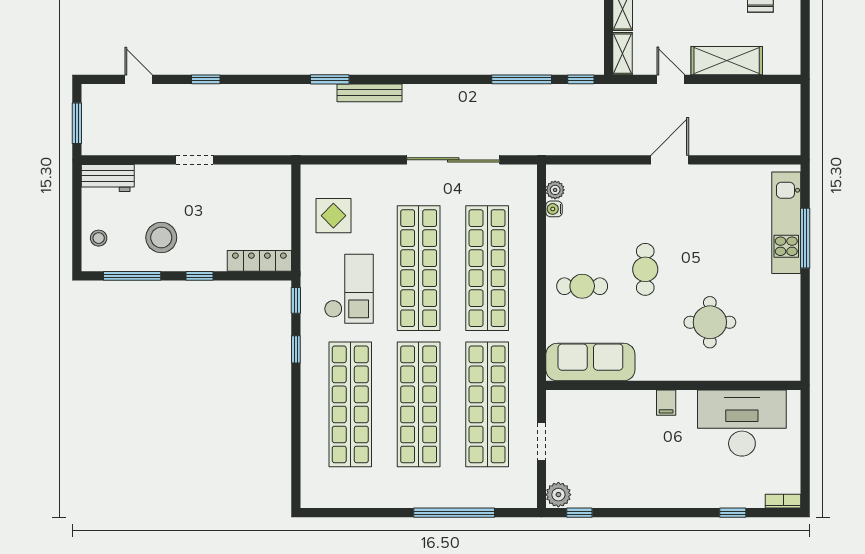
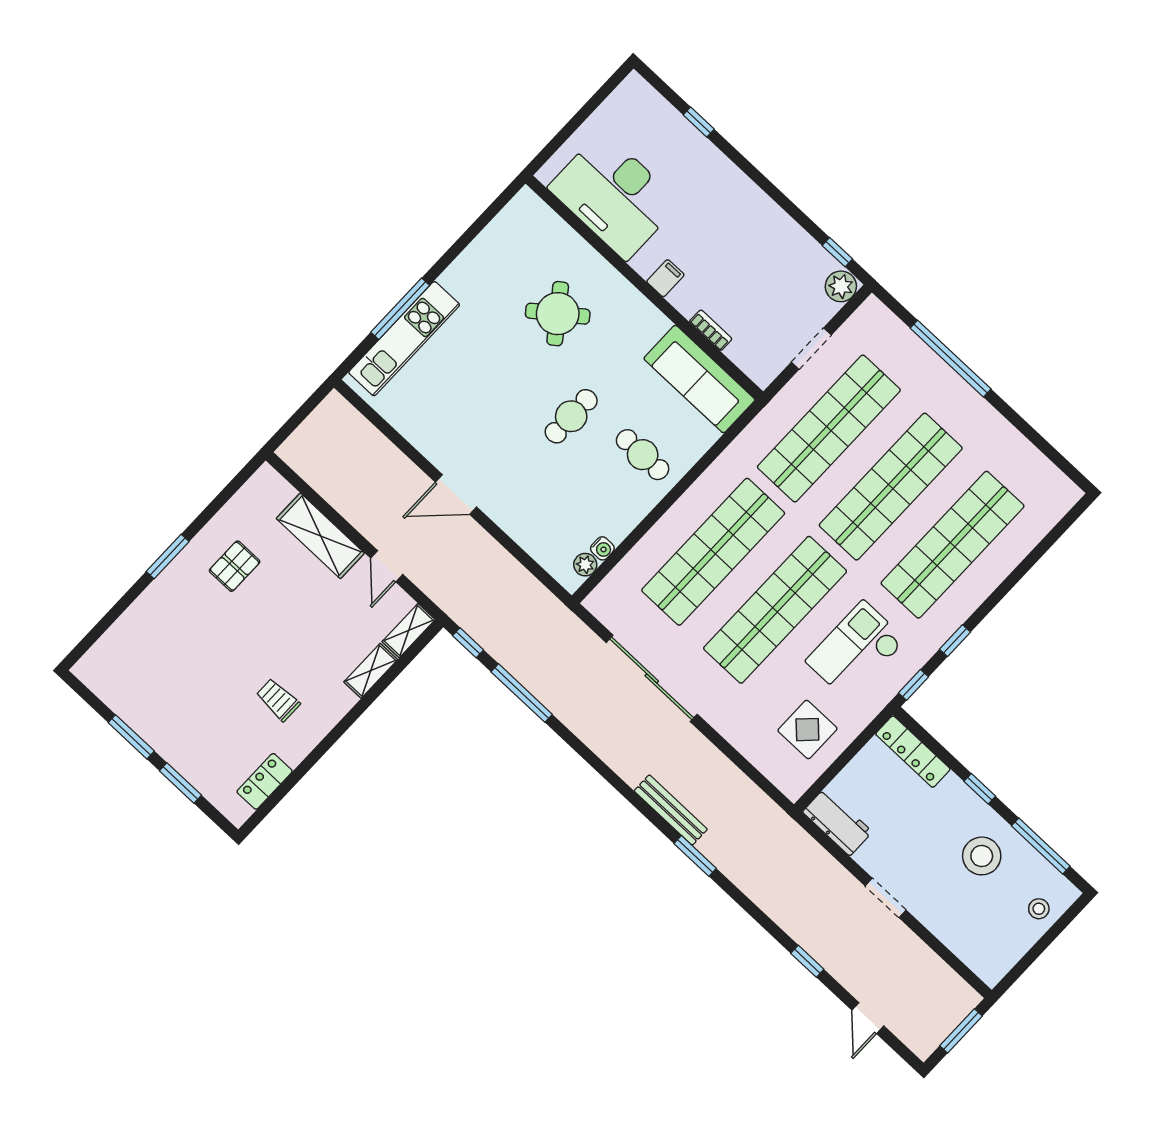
workbench: (108, 178) -> (837, 822), moved
round table: (710, 322) -> (558, 314), turned -37
bookcase: (783, 501) -> (711, 330), moved, turned 180

